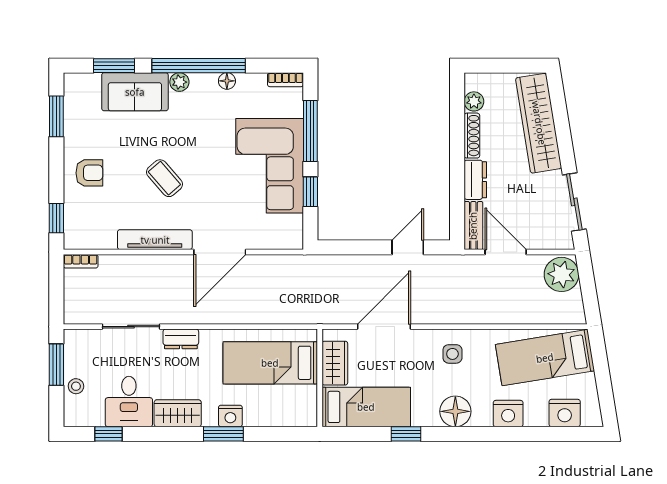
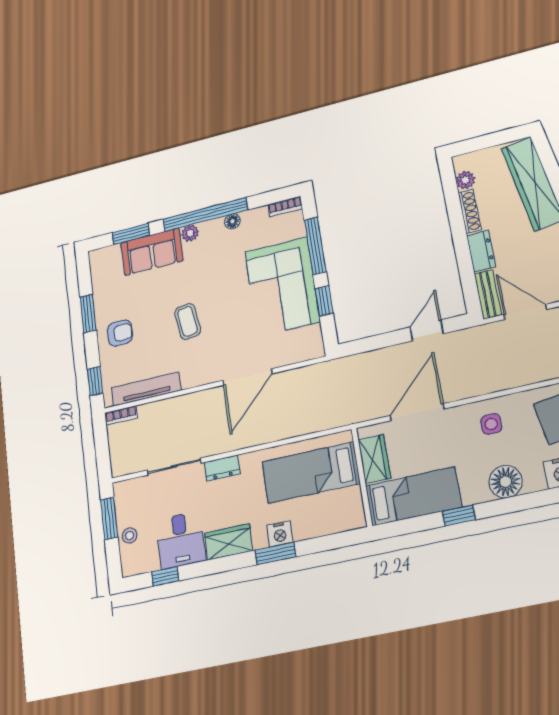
window: (56, 116) -> (88, 314), moved
coffee table: (164, 178) -> (188, 321), turned 33
tv unit: (155, 240) -> (146, 389), moved

